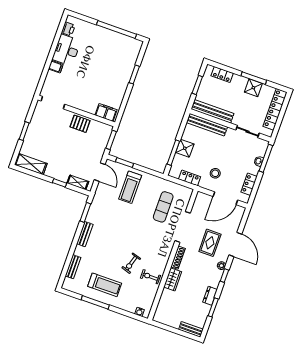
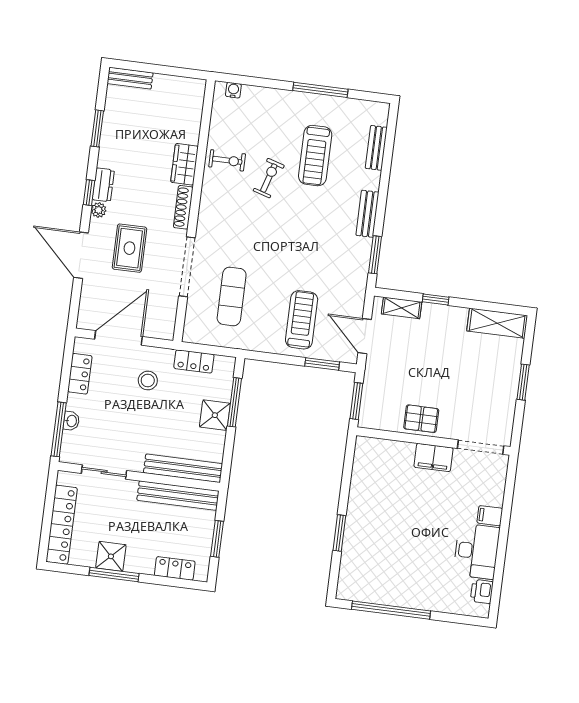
filing cabinet: (106, 112) -> (434, 457), moved
treadmill: (105, 285) -> (315, 156), moved, turned -90
dresser: (210, 296) -> (103, 185), moved

